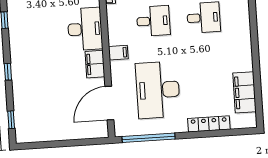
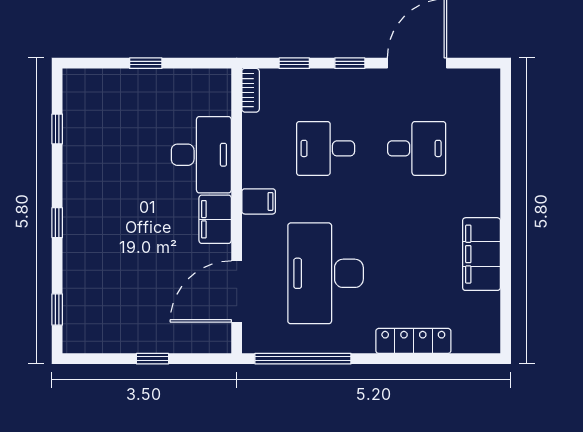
desk: (153, 21) -> (326, 148), turned 180
filing cabinet: (245, 92) -> (481, 254), moved
window: (66, 143) -> (153, 359), added

